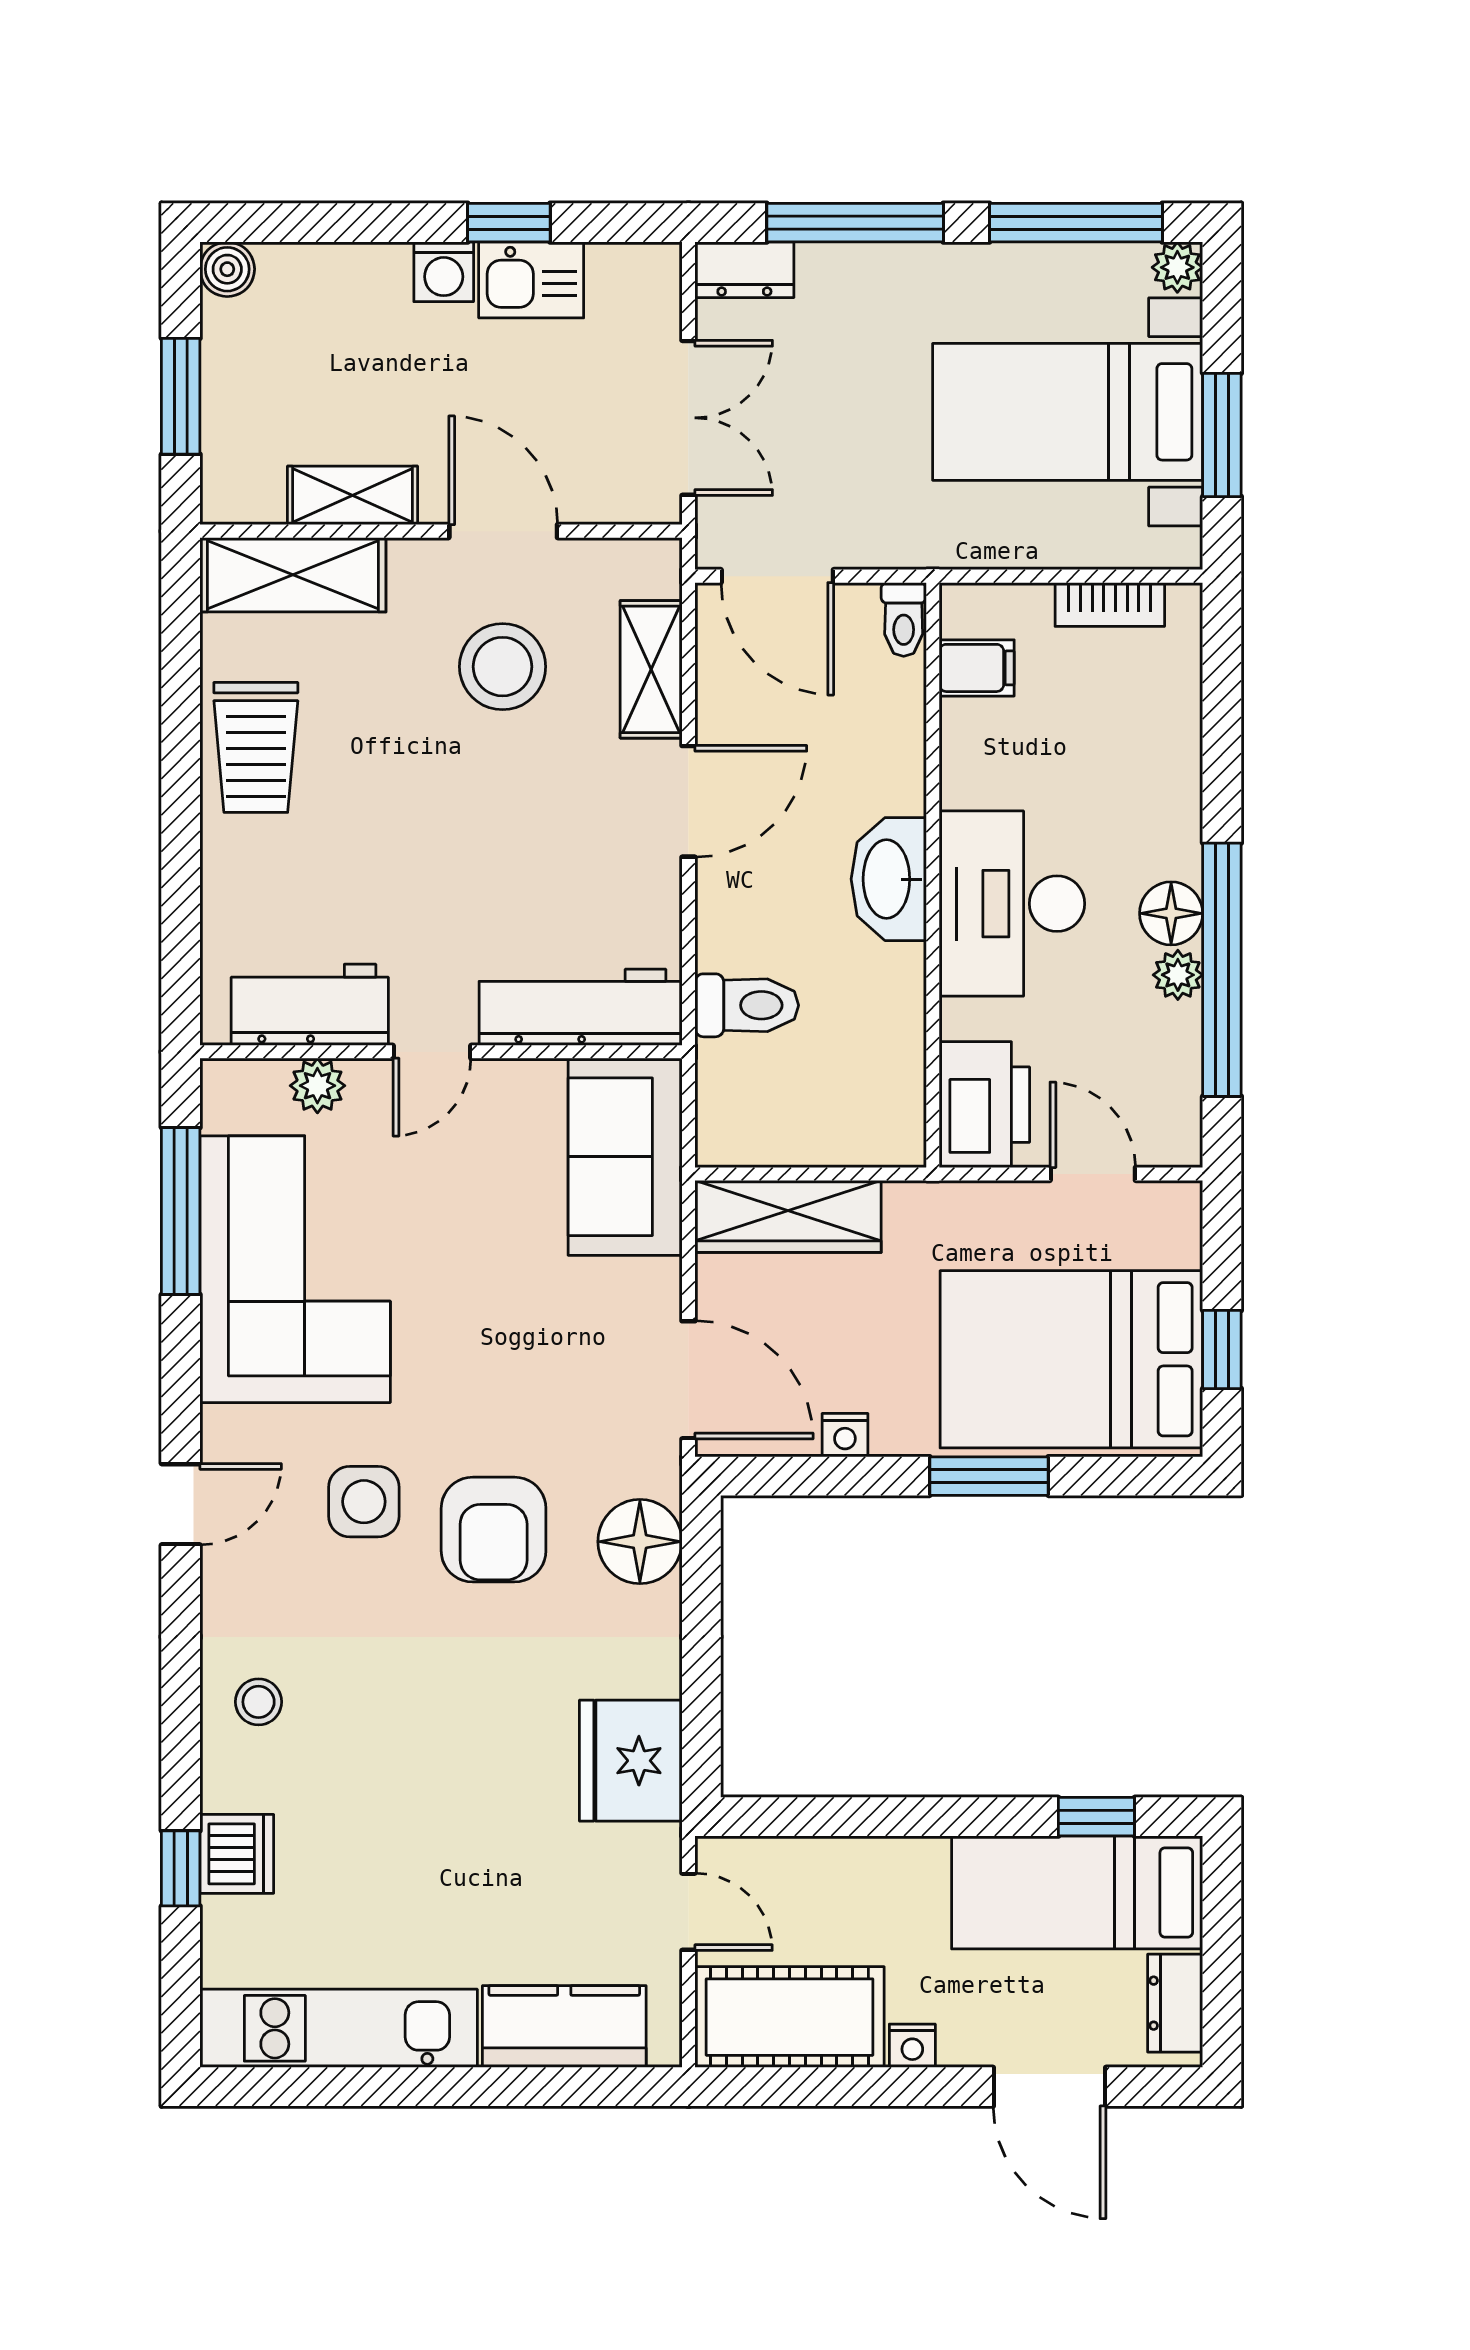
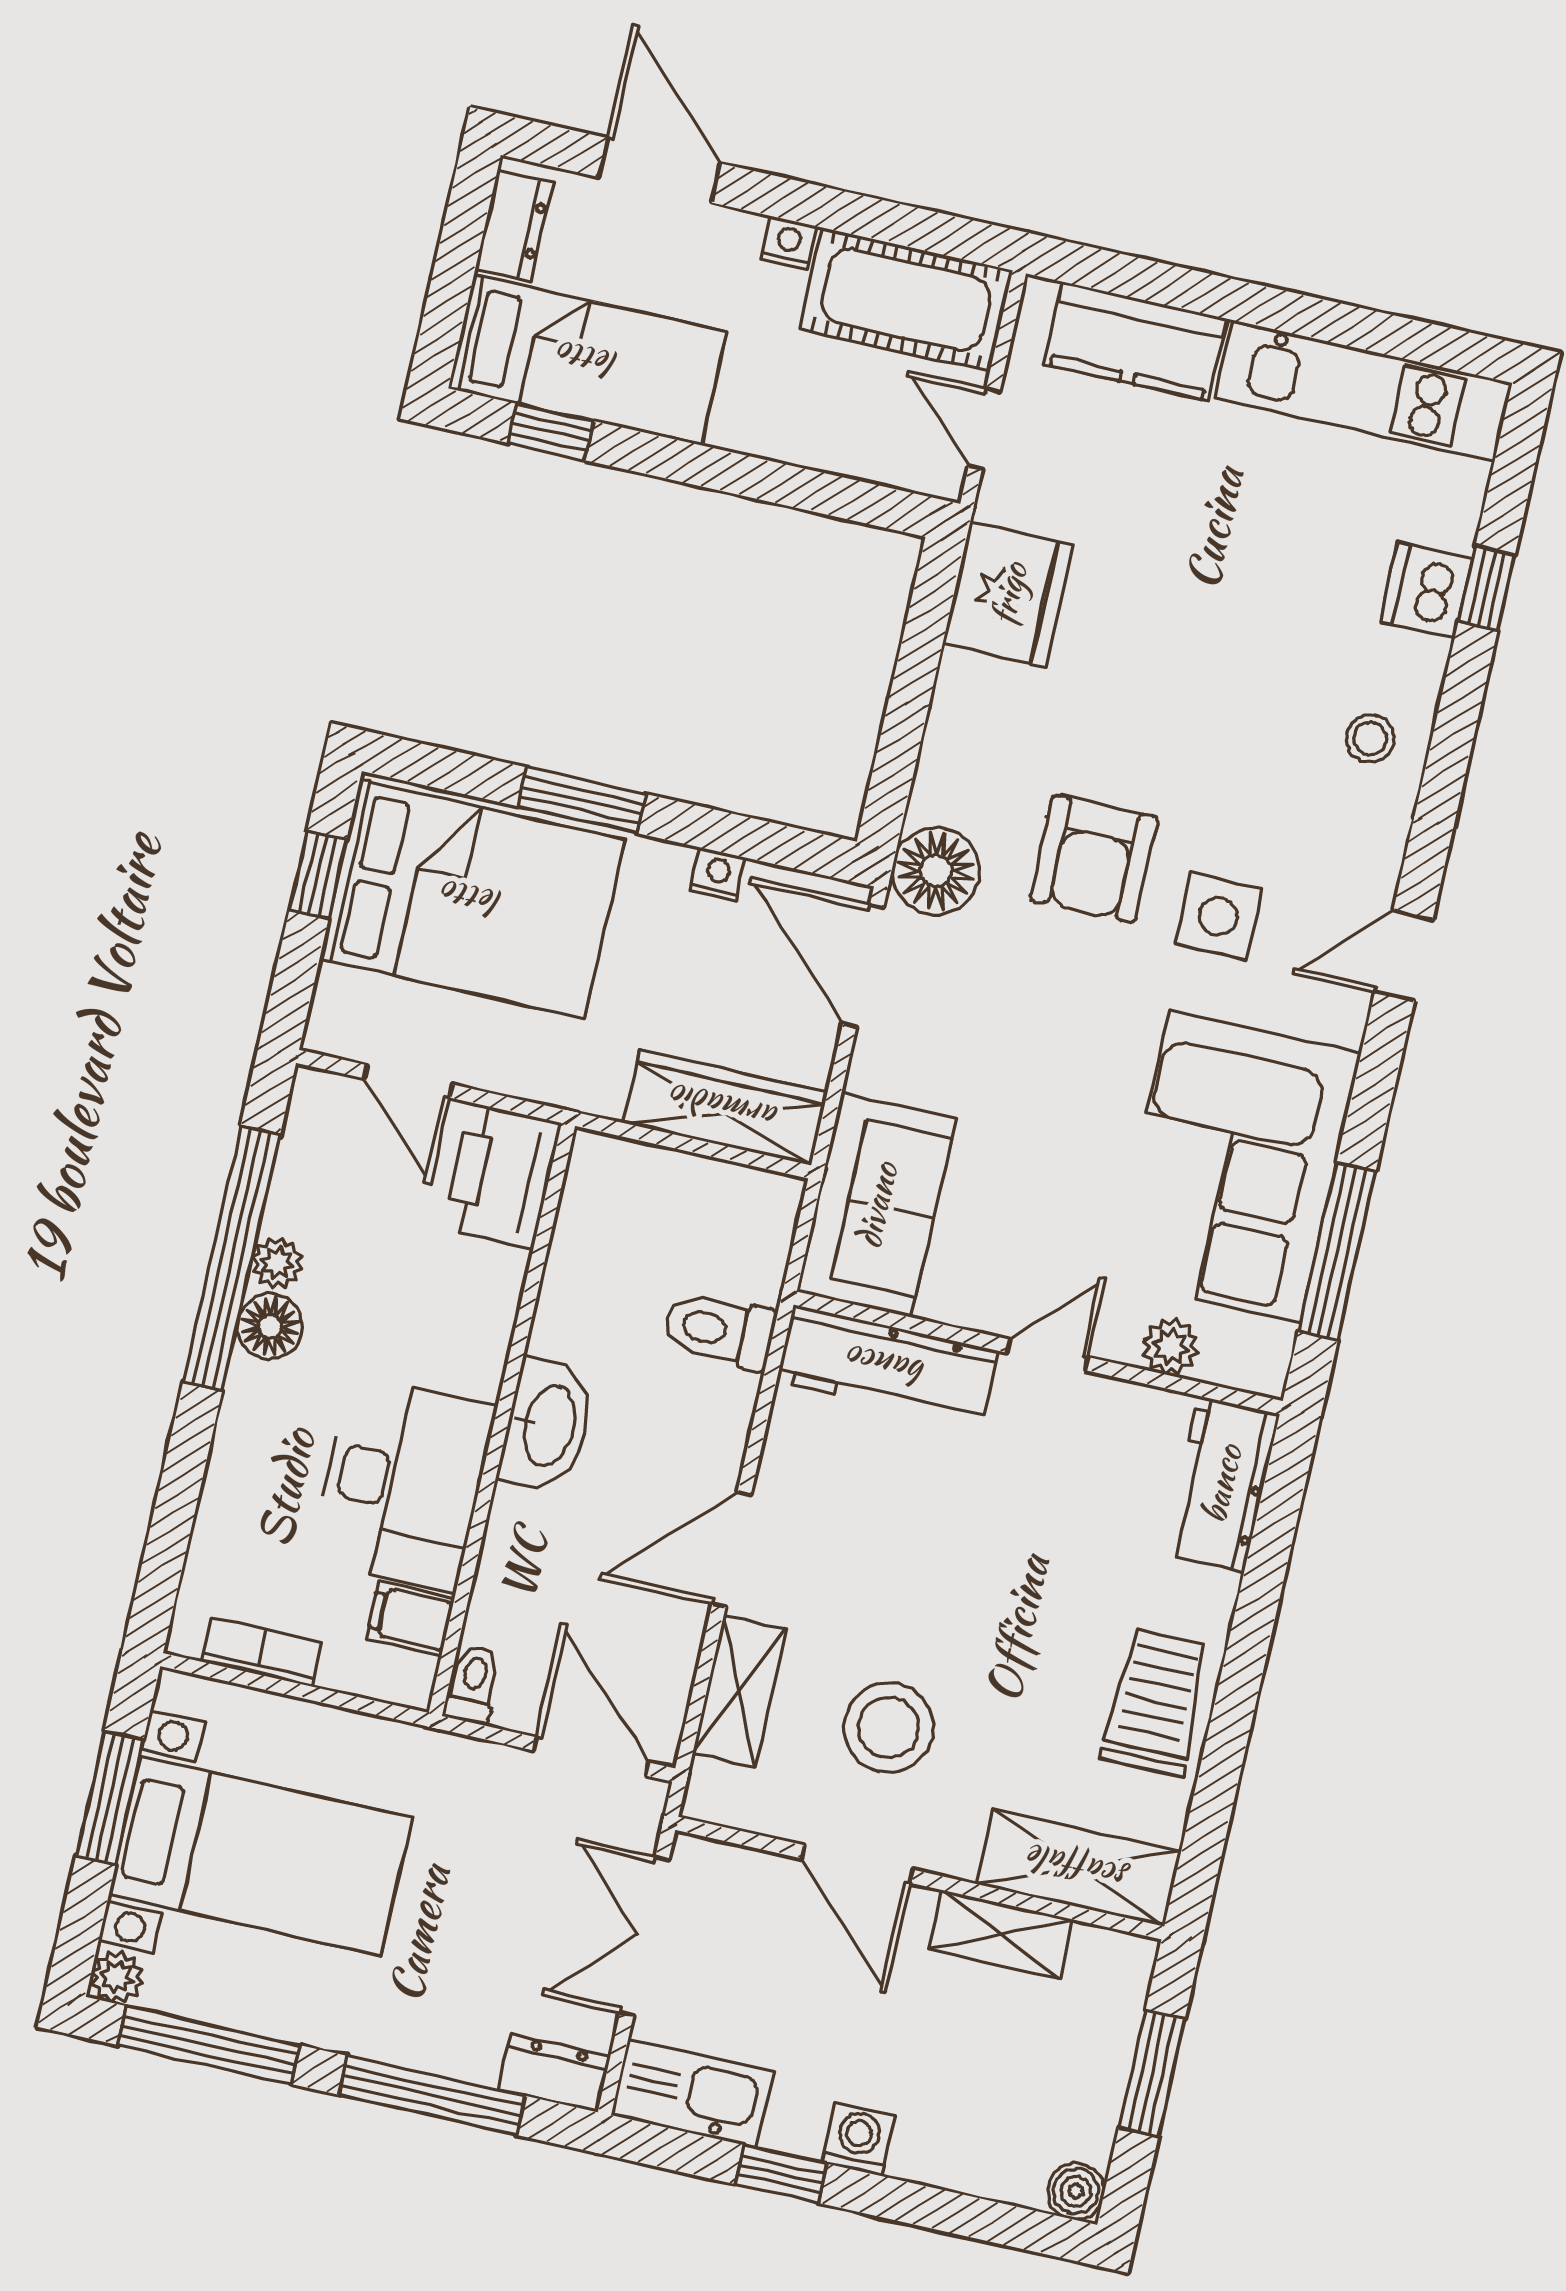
kitchen sink: (531, 280) -> (692, 2093), moved, width x1.38
desk: (1012, 904) -> (403, 1483), moved
workbench: (310, 1005) -> (1221, 1484), moved, turned 90
armchair: (494, 1530) -> (1094, 859), turned 180
floor lamp: (640, 1542) -> (936, 871), moved

